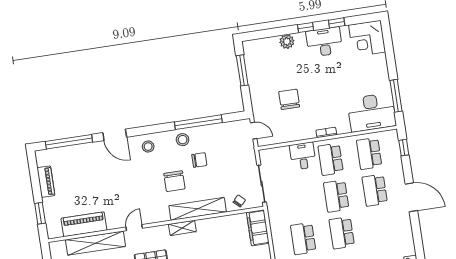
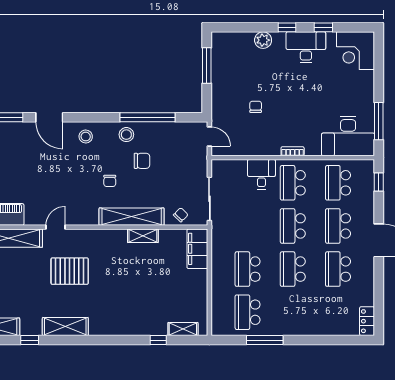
chair: (289, 99) -> (256, 107), width x0.54, depth x0.54
chair: (174, 181) -> (110, 181), width x0.54, depth x0.54
school desk: (380, 227) -> (338, 269), added
shelving: (182, 228) -> (143, 236), moved

